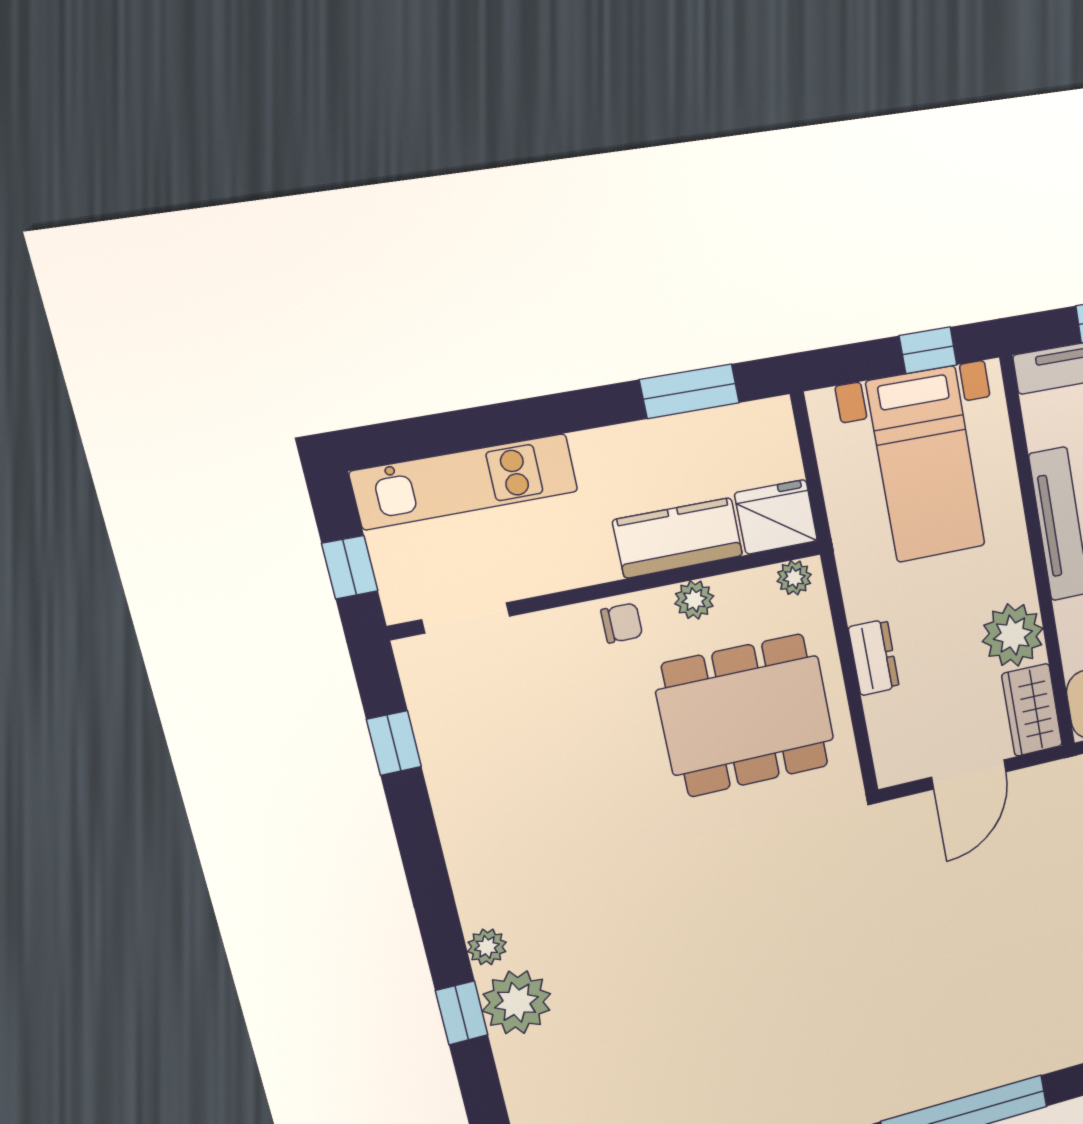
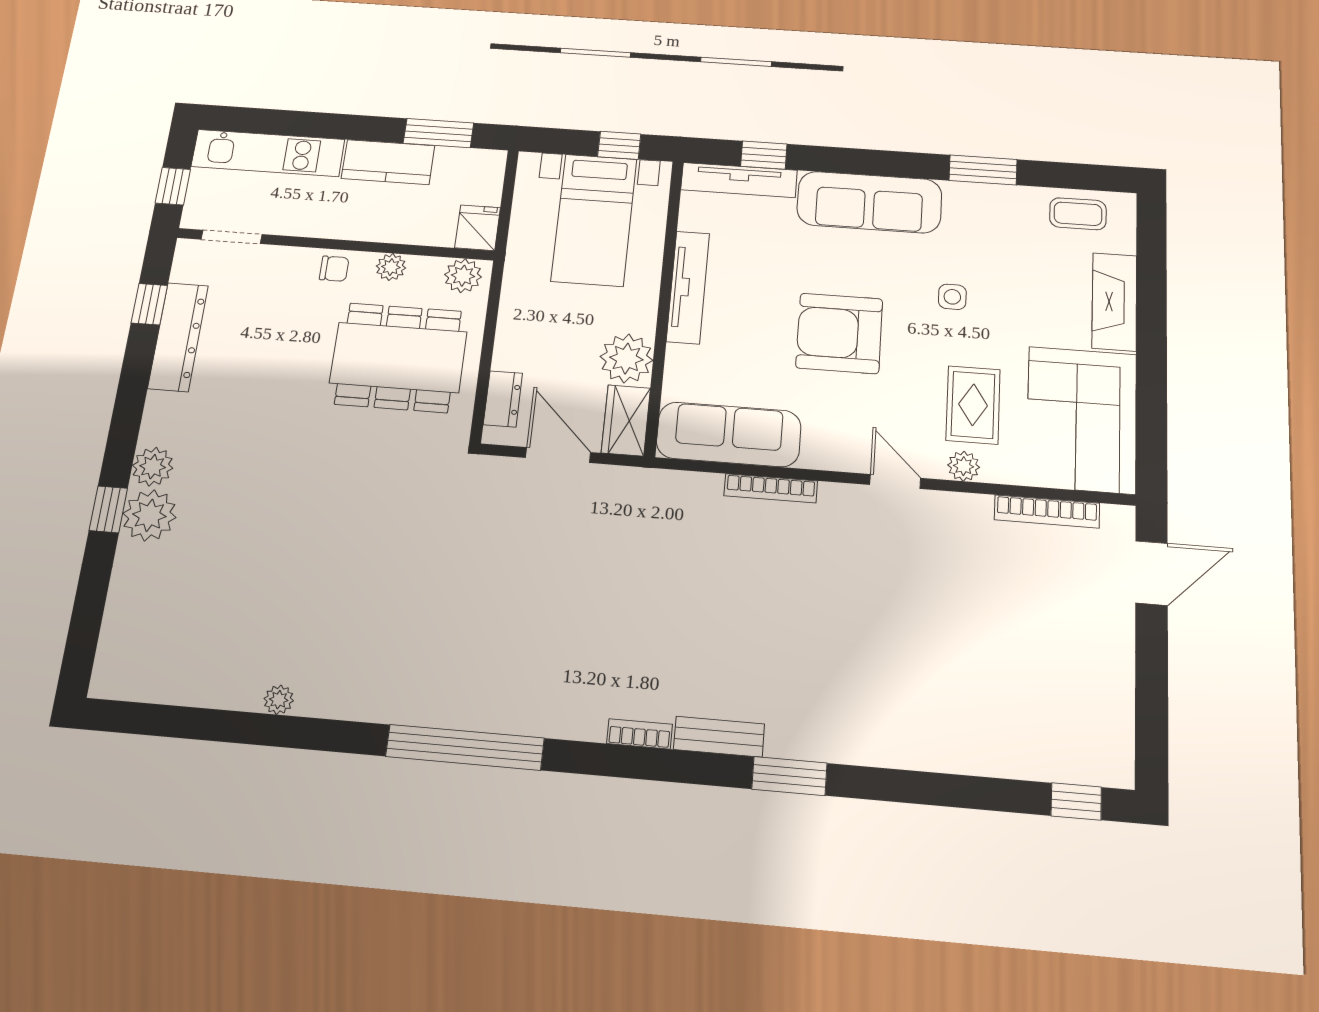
fridge: (776, 517) -> (478, 228), width x0.72
kitchen counter: (678, 538) -> (388, 162), moved, turned 180
plant: (794, 578) -> (463, 276), width x1.38, depth x1.38
dresser: (874, 657) -> (503, 399), moved
dresser: (453, 774) -> (178, 337), added
door: (969, 774) -> (558, 455), swing flipped
plant: (487, 947) -> (153, 467), width x1.38, depth x1.38

